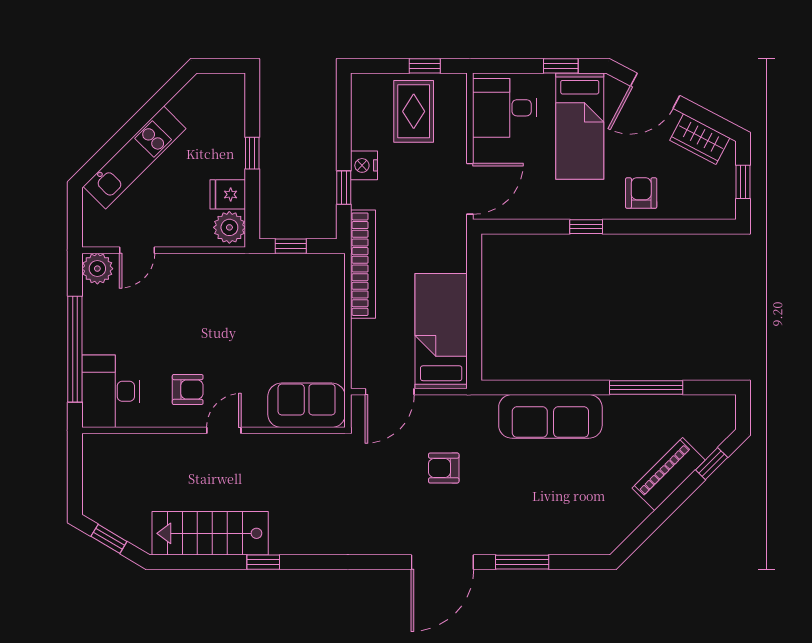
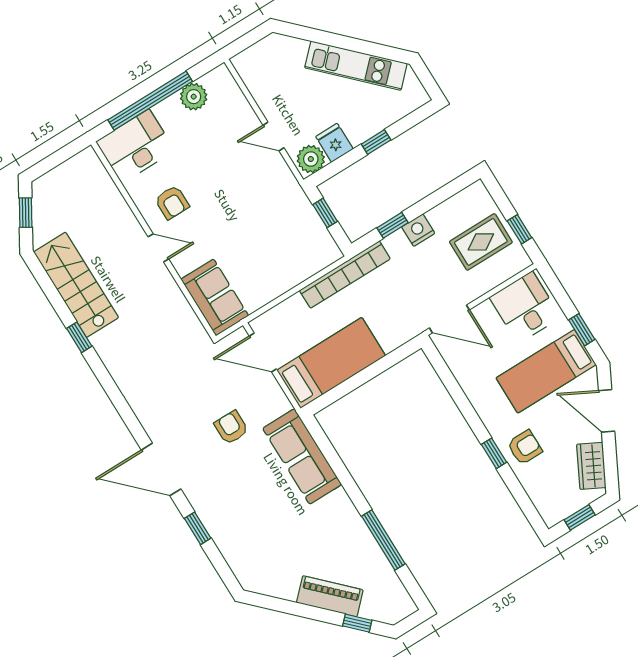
kitchen unit: (135, 157) -> (356, 66), moved
window: (586, 227) -> (494, 453), moved
door: (137, 250) -> (274, 136), moved
plant: (97, 269) -> (194, 97), moved
sofa: (550, 416) -> (302, 456), moved
window: (522, 562) -> (198, 528), width x0.67

